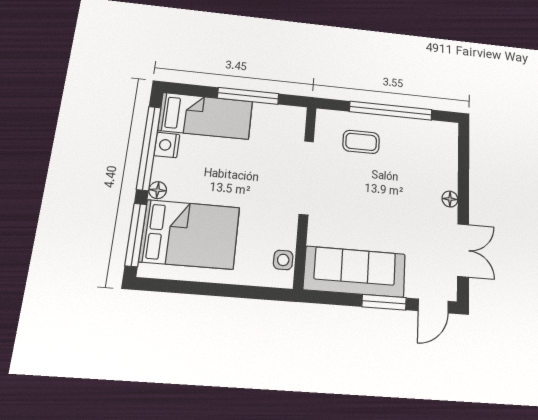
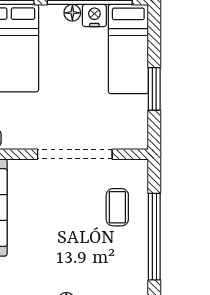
window: (248, 96) -> (154, 89), width x0.69
floor lamp: (158, 190) -> (72, 13), moved

